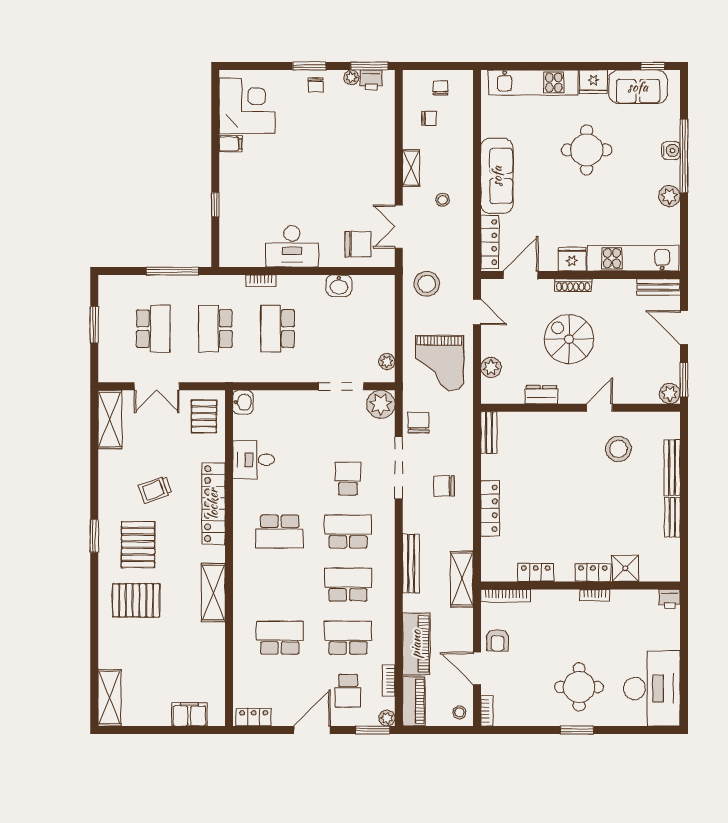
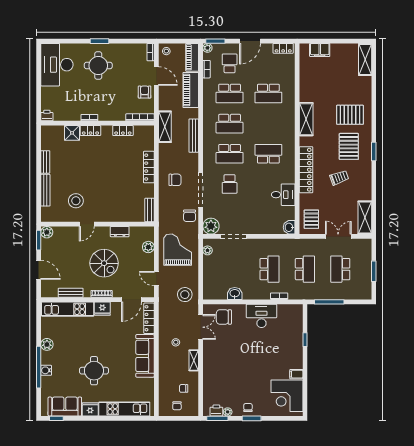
bench: (658, 287) -> (71, 293), moved

